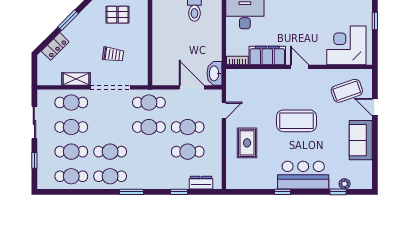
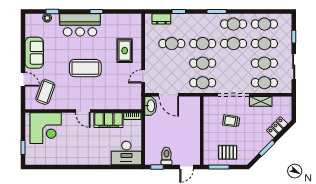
coffee table: (347, 91) -> (45, 92), turned -51
cafe table: (188, 127) -> (203, 44), moved

